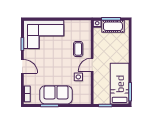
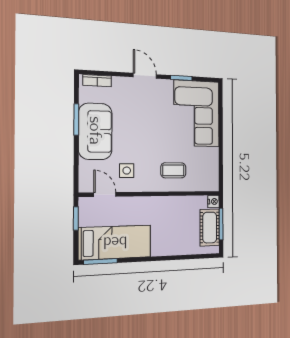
door: (92, 65) -> (105, 195), moved
door: (22, 66) -> (145, 76), swing flipped

